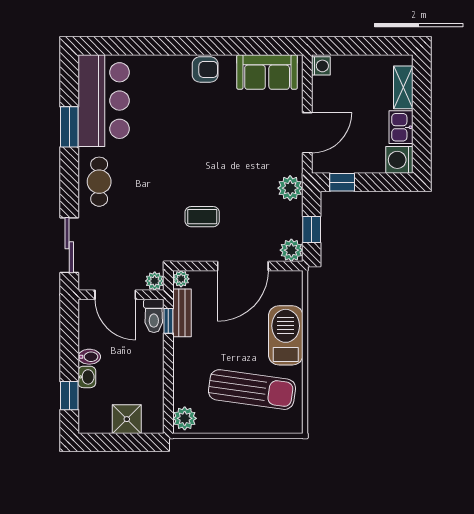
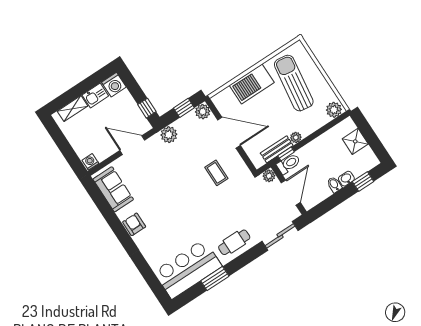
plant: (181, 279) -> (296, 137), moved

